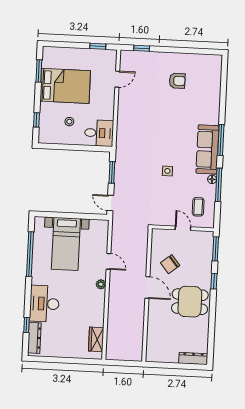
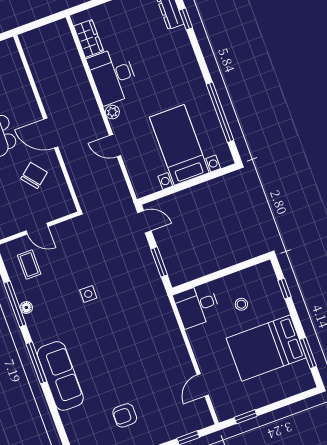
sofa: (207, 149) -> (60, 376), moved
desk: (44, 304) -> (113, 76), moved, turned 180

